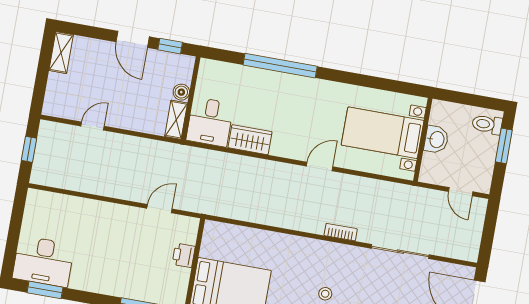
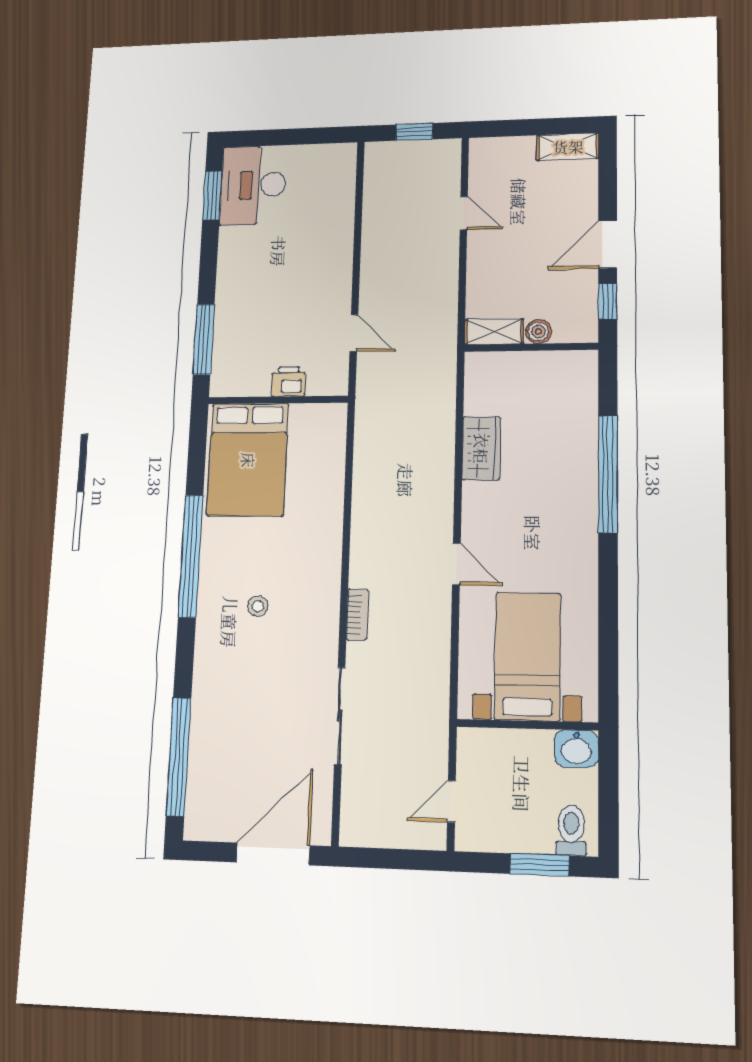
desk: (210, 122) -> (499, 383), removed
washbasin: (436, 139) -> (576, 749), moved

